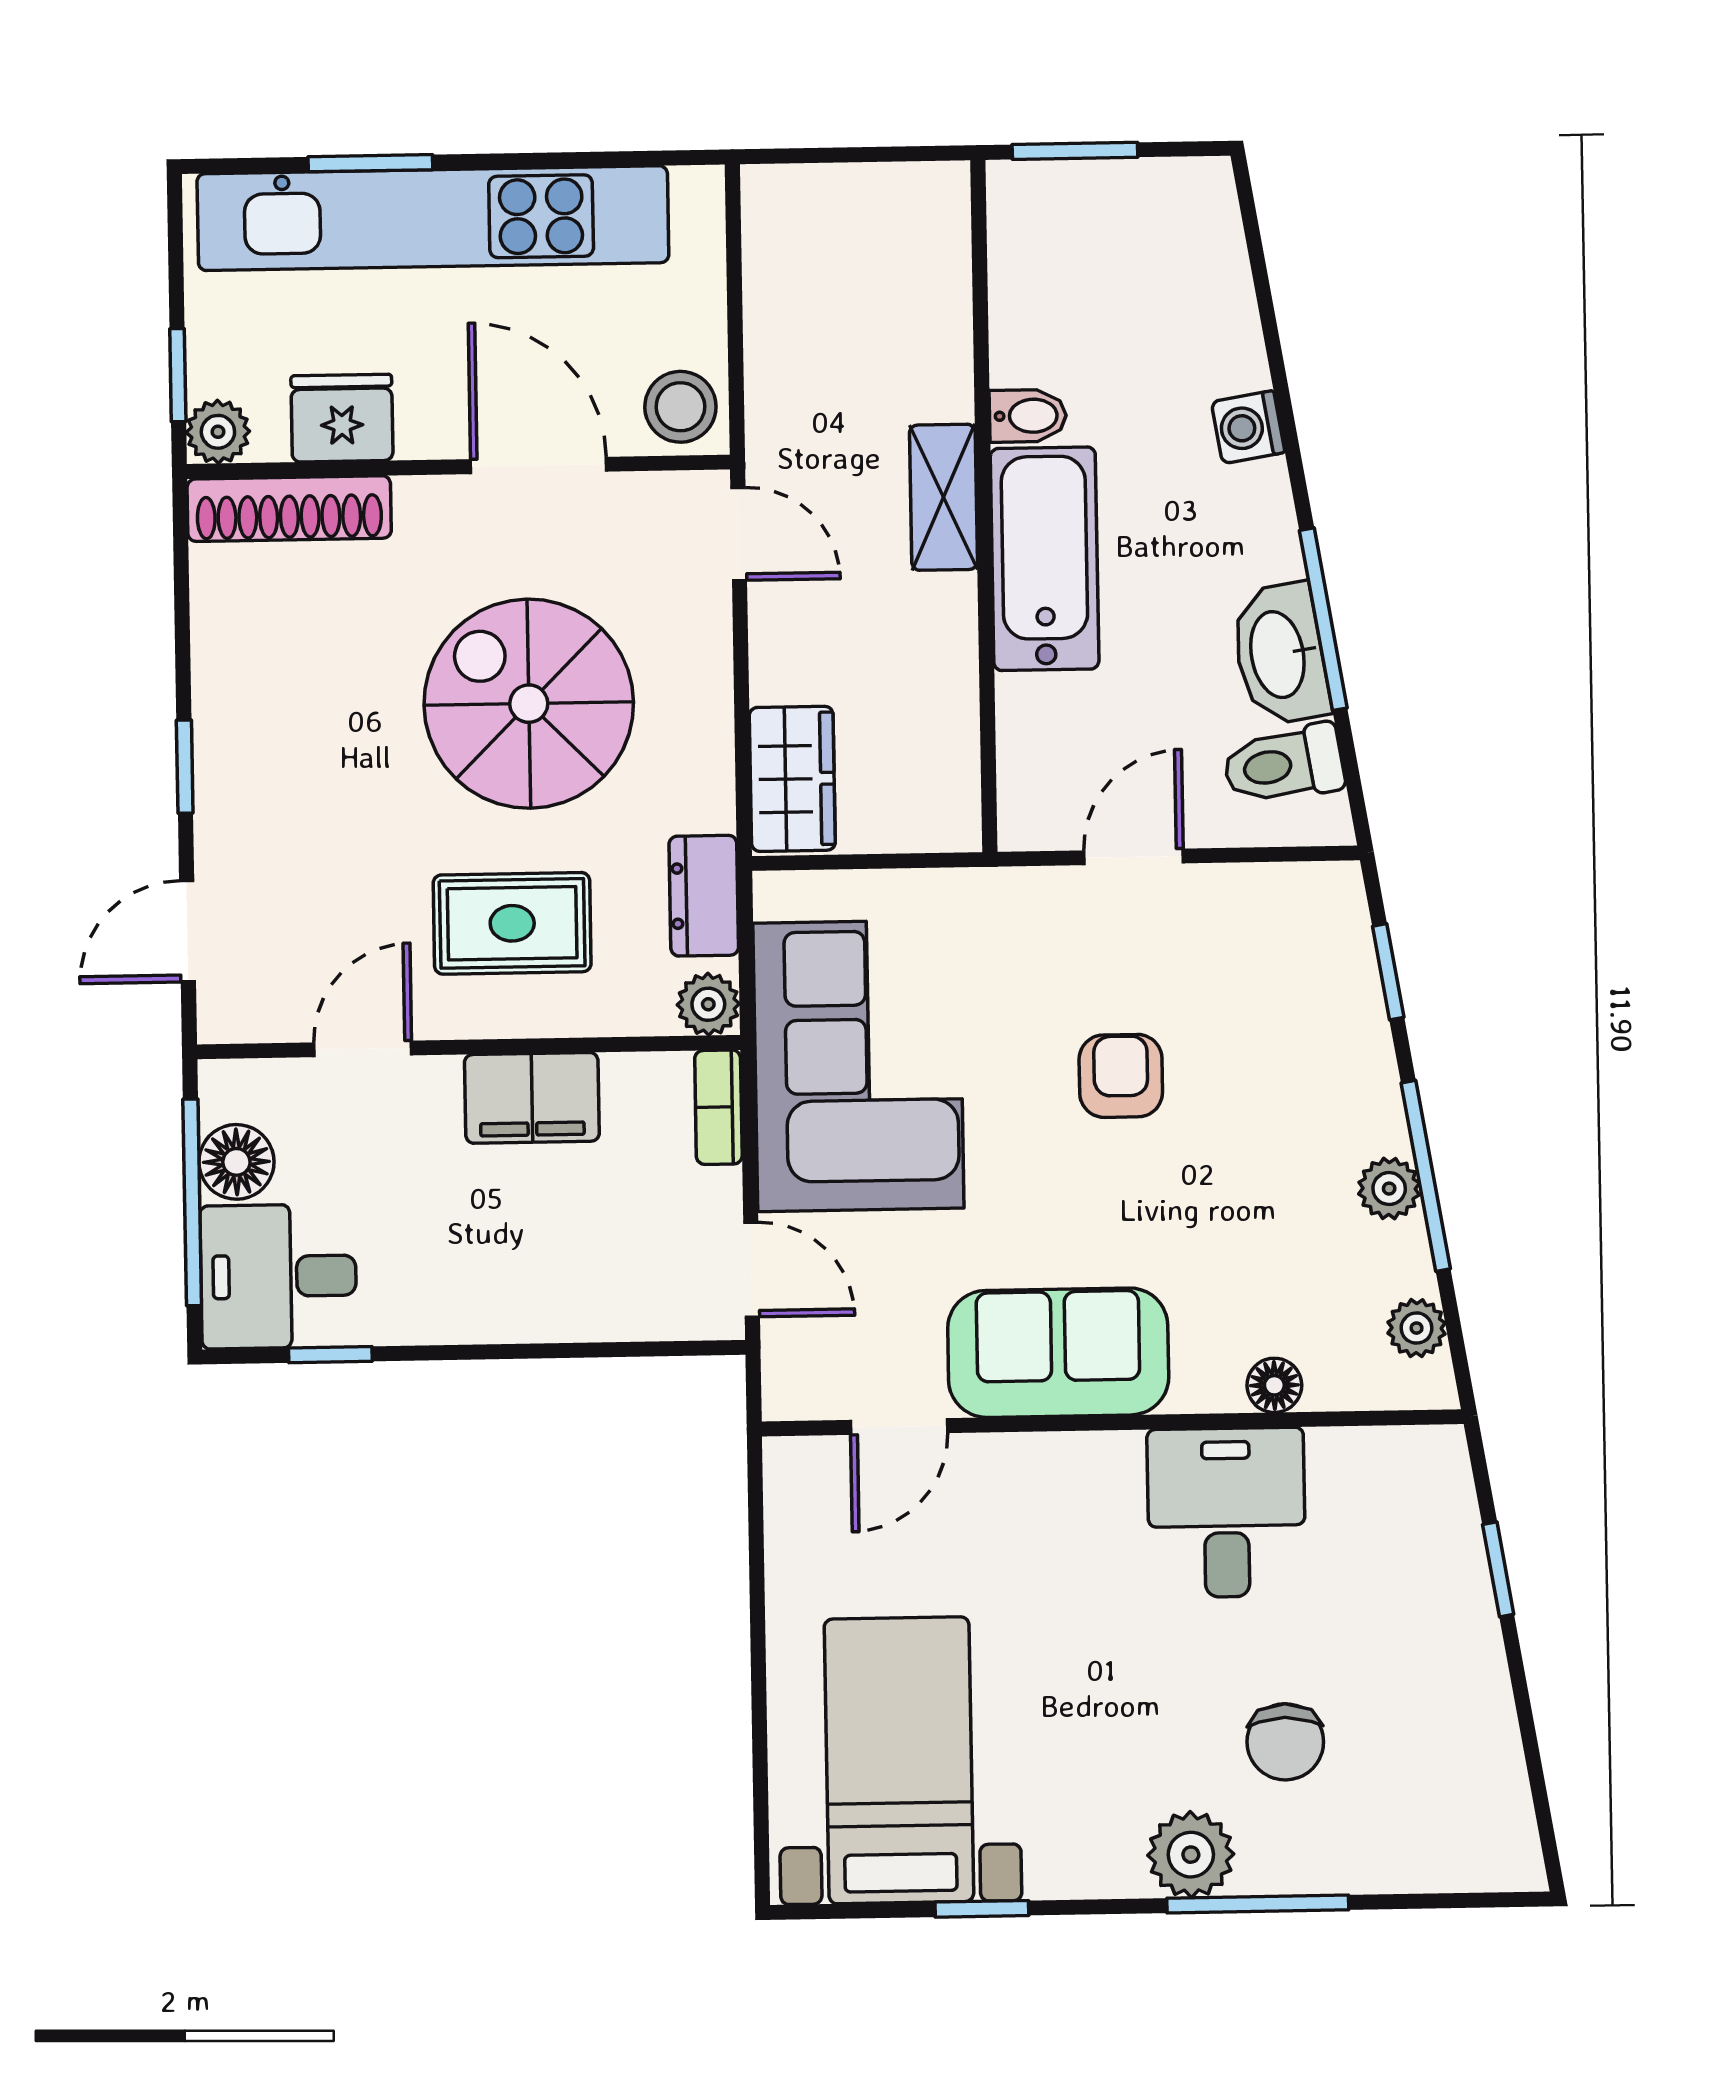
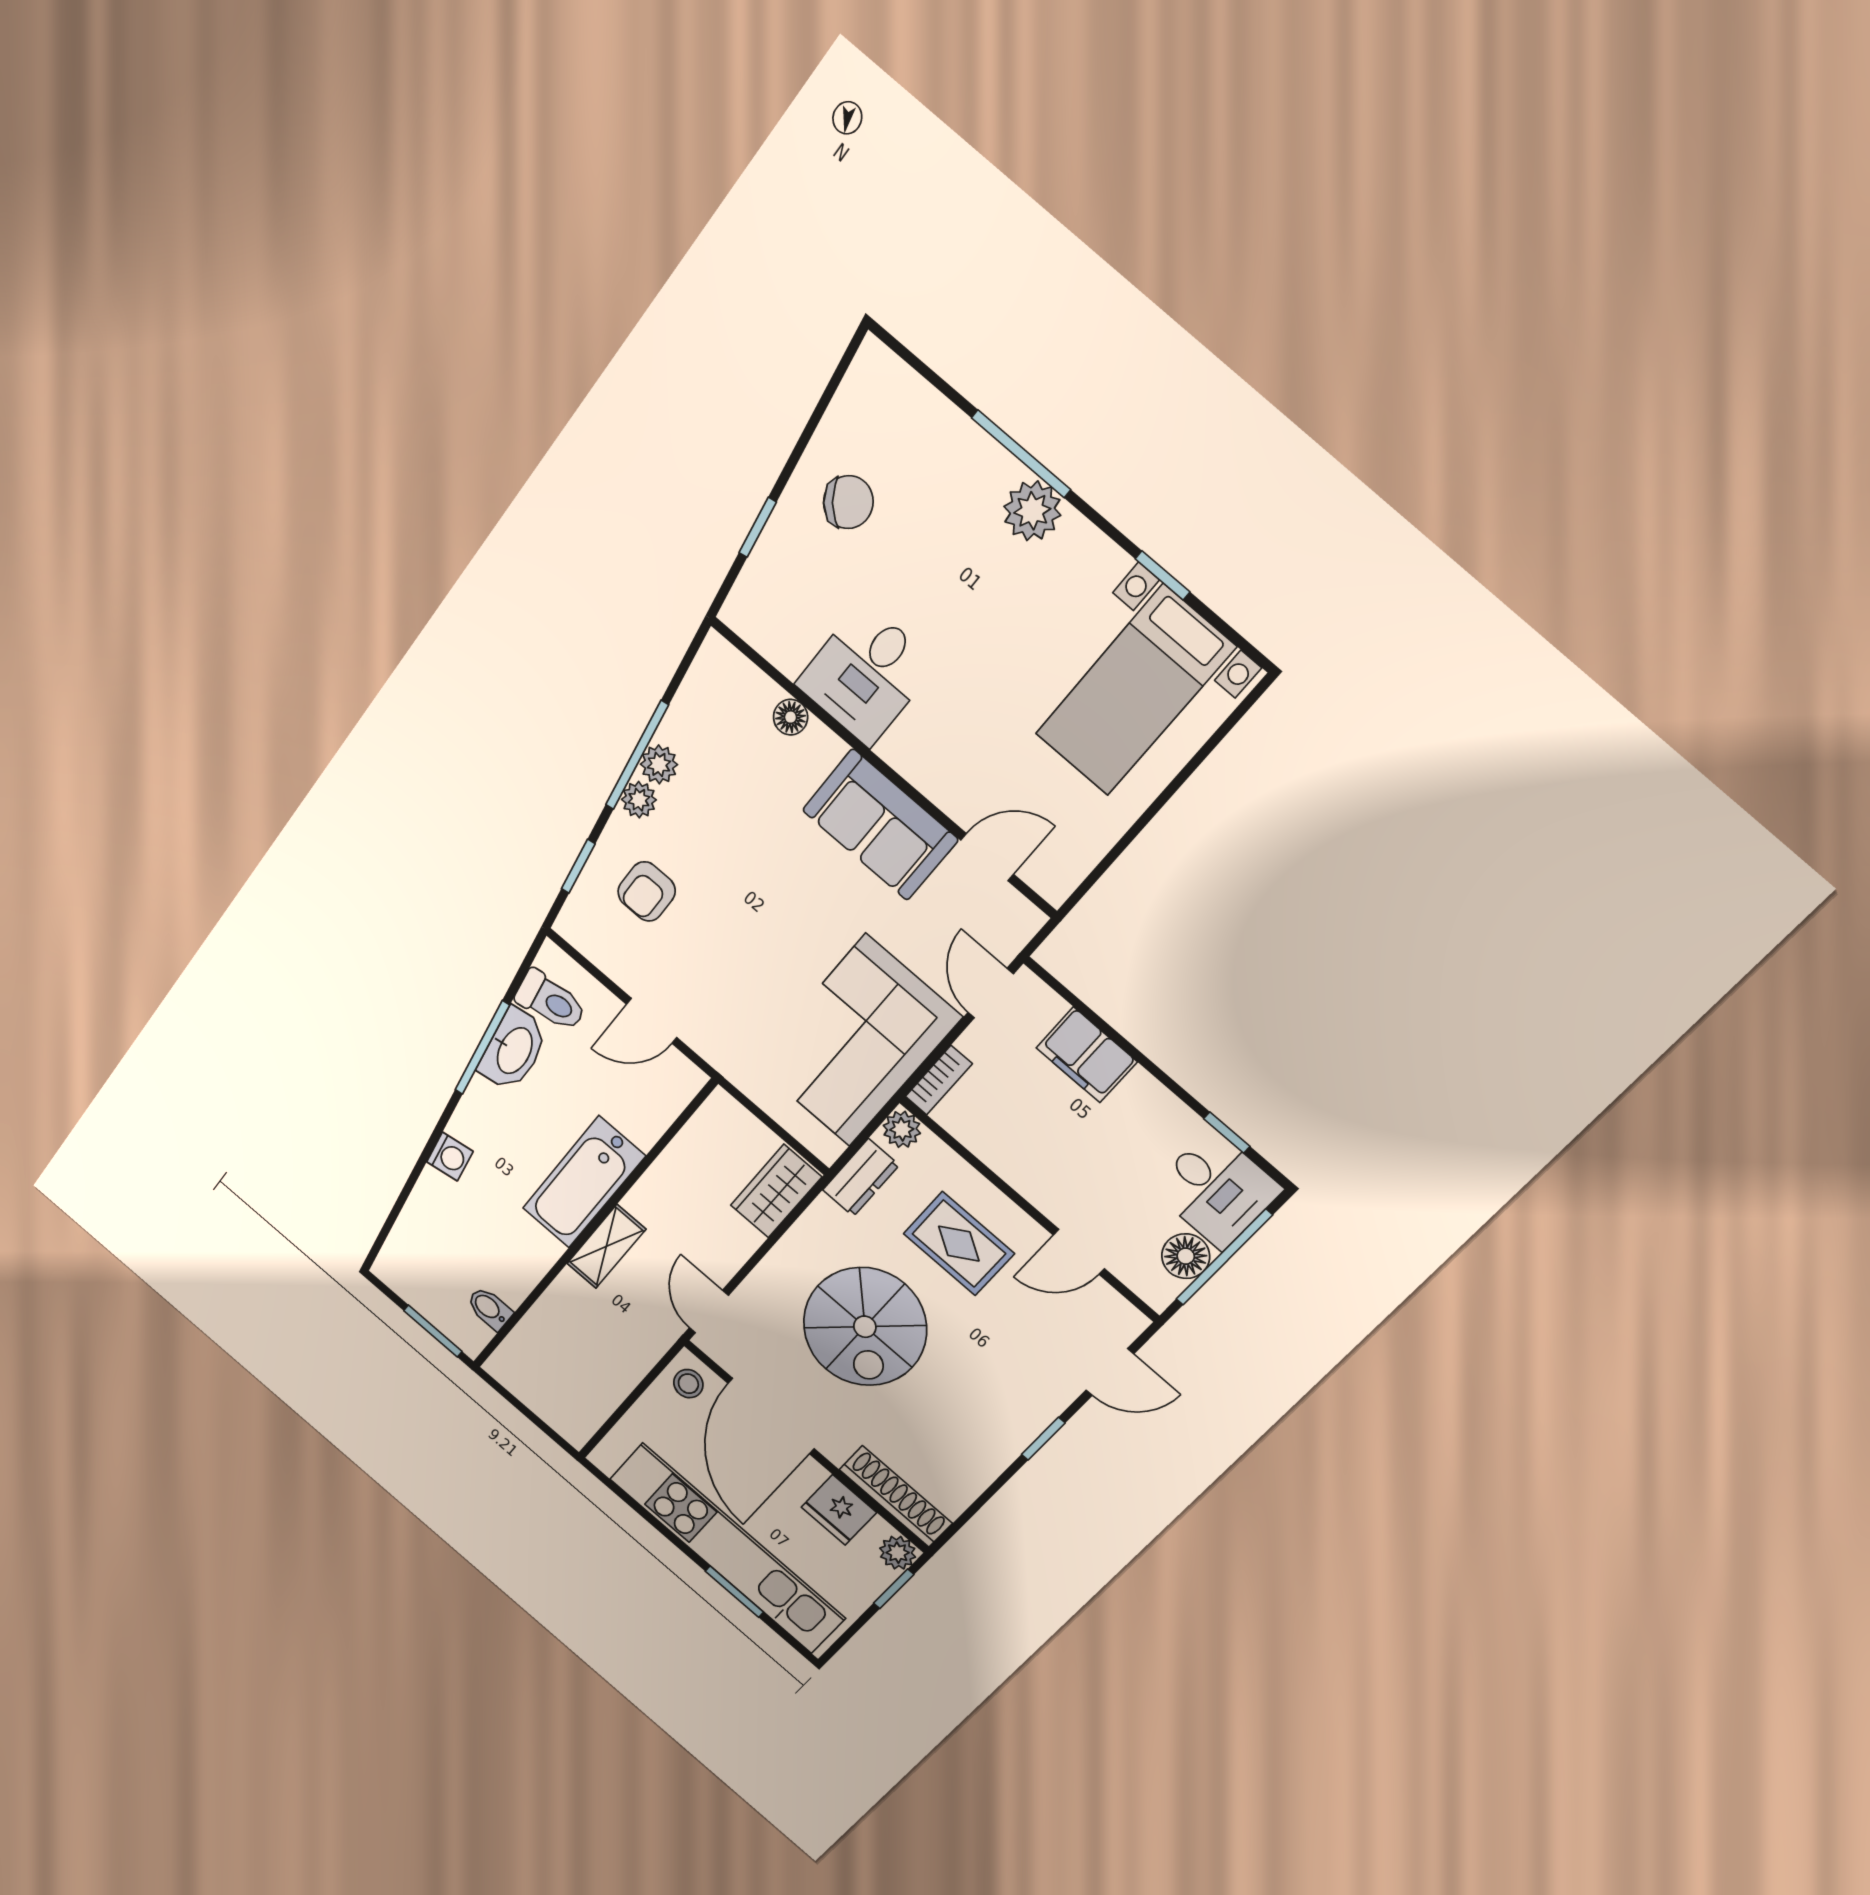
stool: (680, 407) -> (688, 1384), width x0.73, depth x0.73
bidet: (1028, 416) -> (489, 1308), moved
door: (539, 465) -> (771, 1416), width x1.36
armchair: (1121, 1076) -> (647, 891), moved
filing cabinet: (532, 1098) -> (1087, 1055), moved, turned 180
plant: (1417, 1328) -> (639, 800), moved
chair: (1285, 1742) -> (848, 502), moved, turned 50

